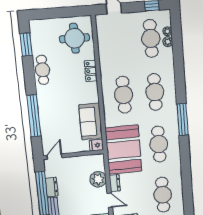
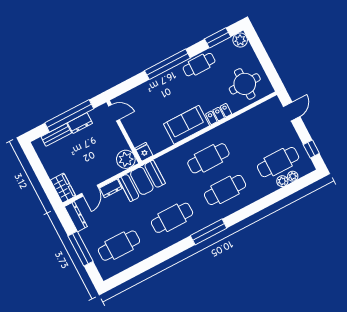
plant: (36, 26) -> (240, 40), added
window: (34, 116) -> (167, 64), moved
sofa: (91, 122) -> (187, 125), moved
booth: (124, 150) -> (142, 181), width x0.73, depth x0.70
plant: (98, 179) -> (126, 159), moved

